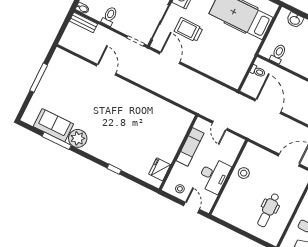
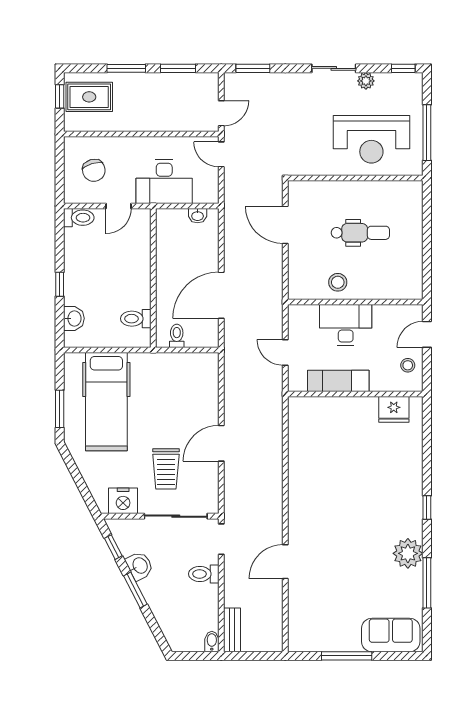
toilet: (110, 16) -> (204, 574), moved
door: (170, 58) -> (221, 443), moved
sofa: (53, 125) -> (391, 635), moved, turned 90
door: (220, 126) -> (285, 352), swing flipped
window: (114, 169) -> (427, 507), moved
desk: (214, 176) -> (346, 325), moved
dental chair: (268, 210) -> (360, 233), moved

